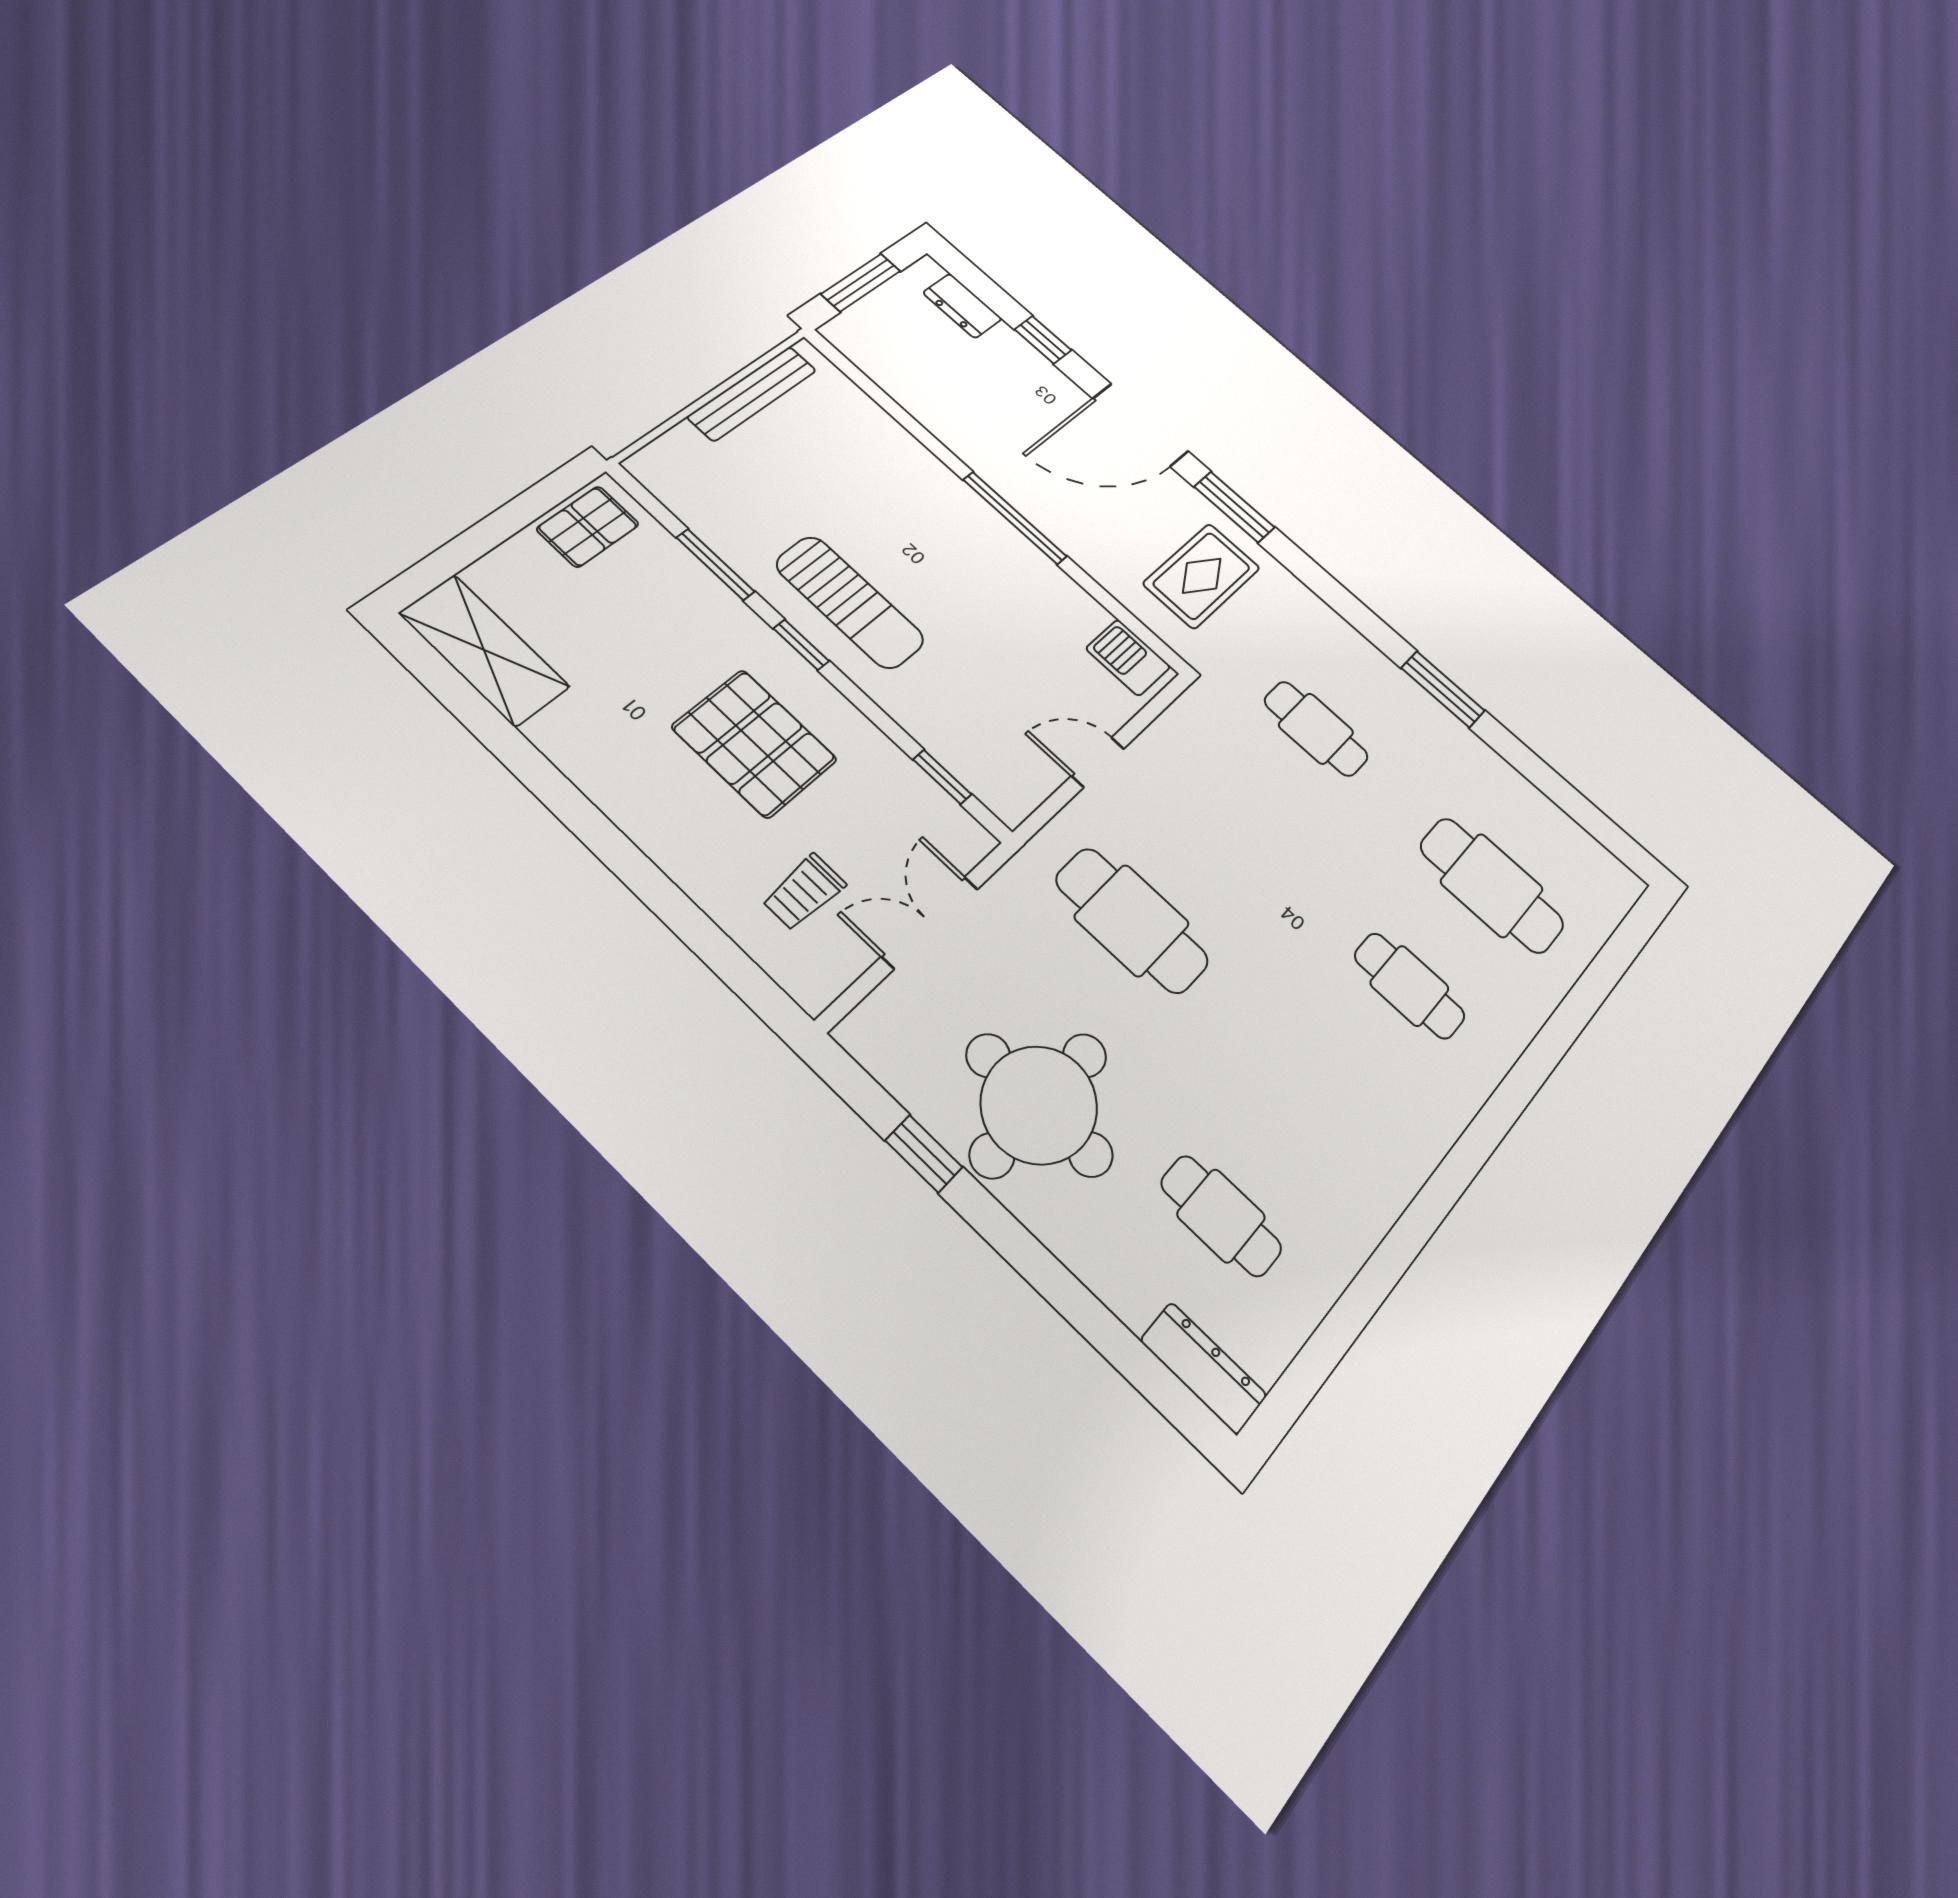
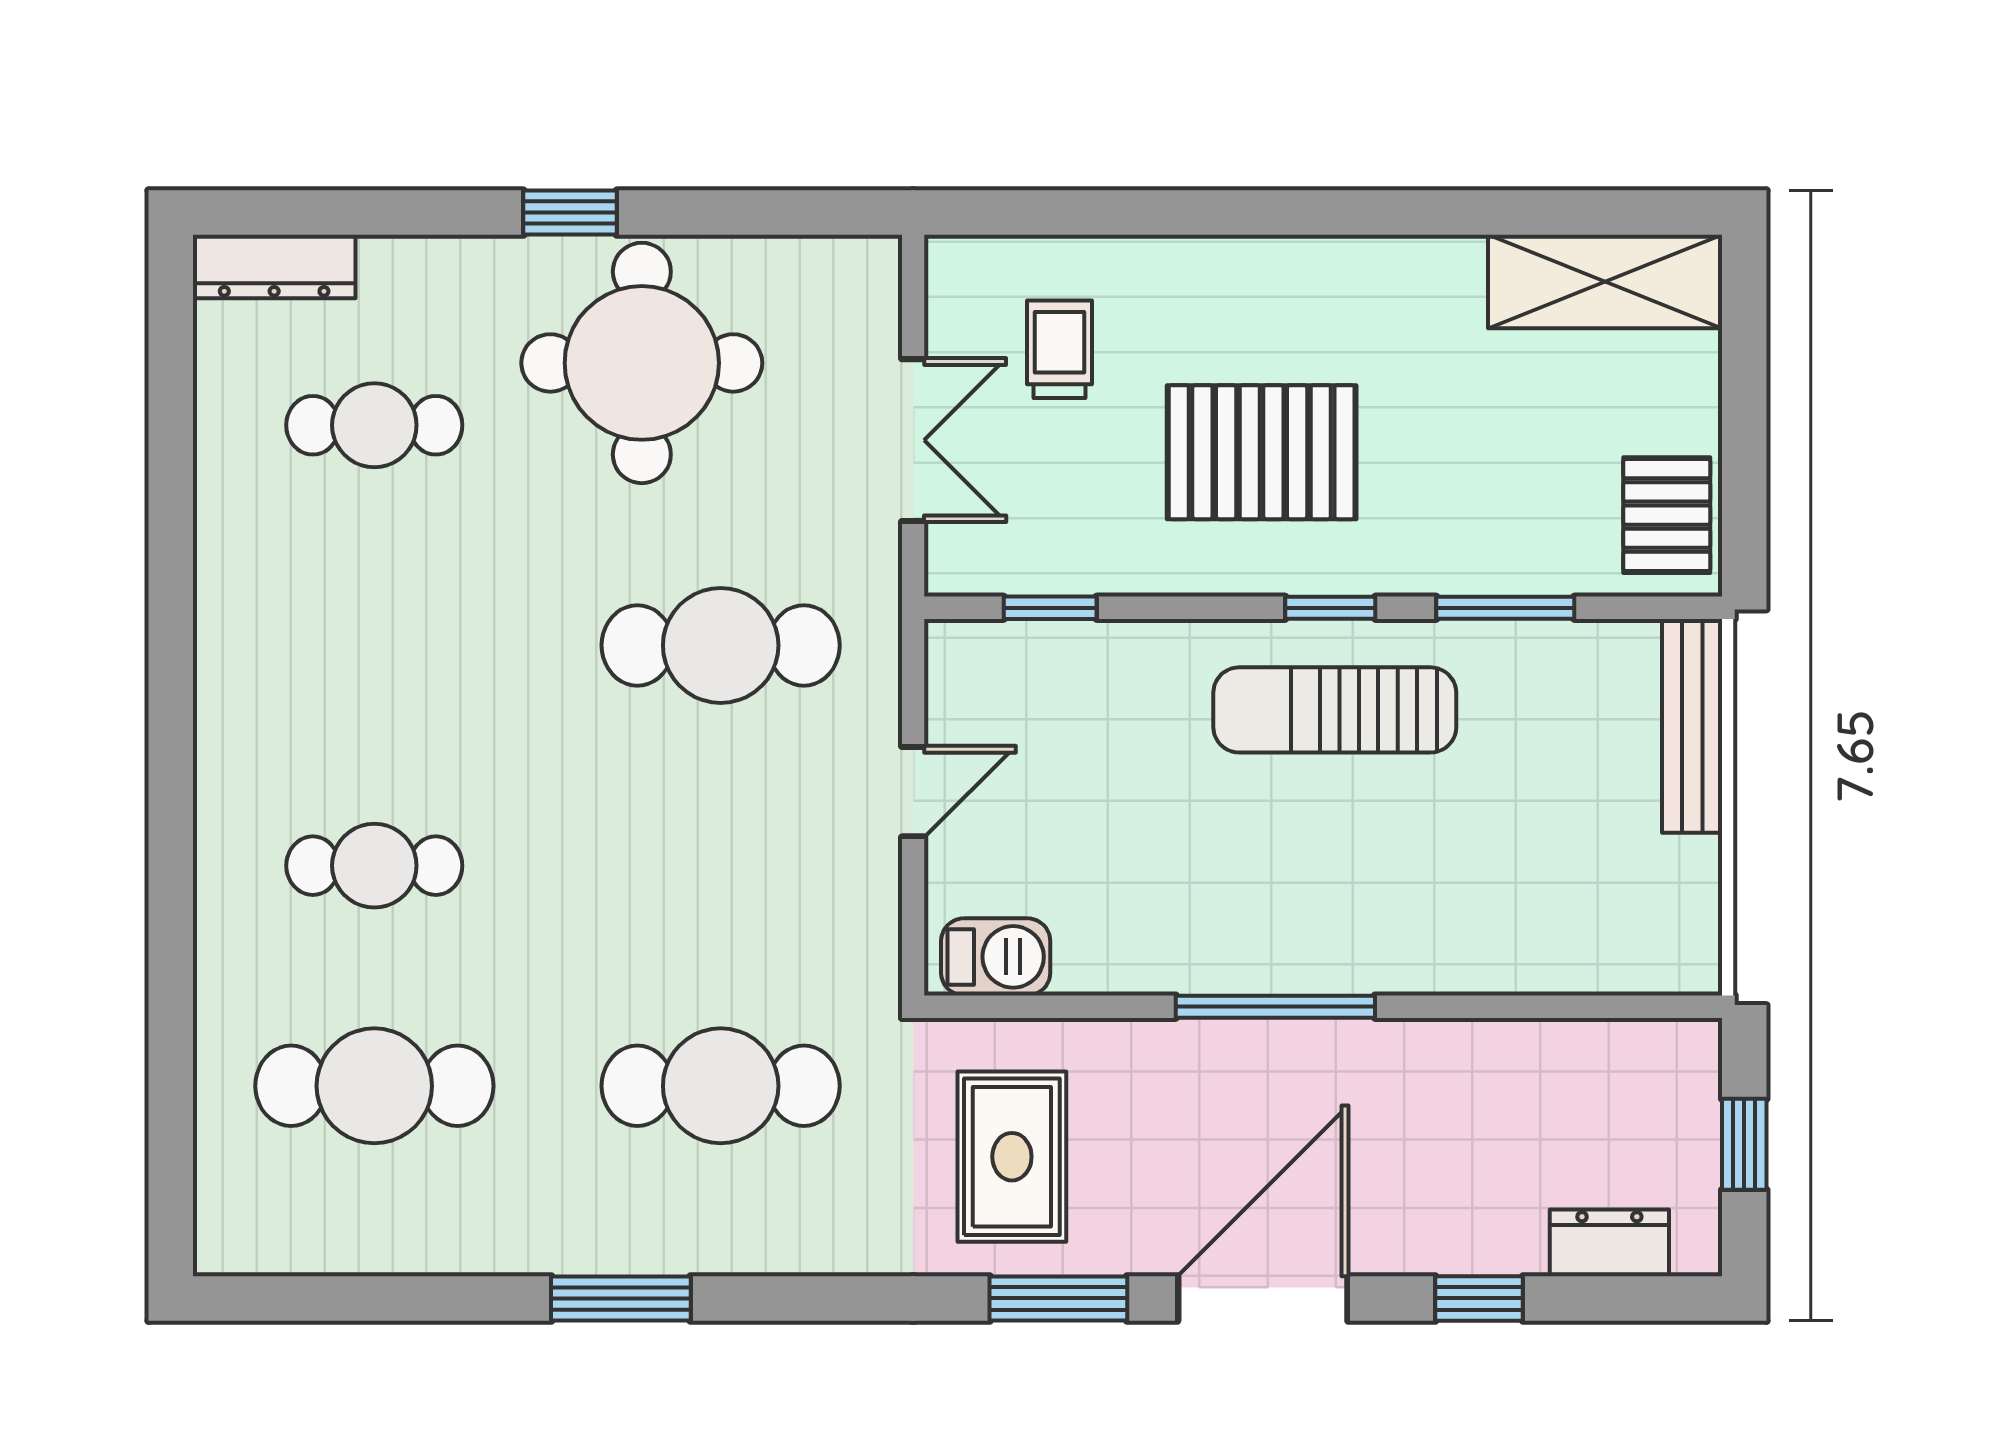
window: (861, 282) -> (1744, 1144), width x0.67
bench: (752, 393) -> (1692, 726), moved
cafe table: (1316, 729) -> (721, 1086), width x1.37, depth x1.35
window: (924, 1154) -> (570, 213), moved

